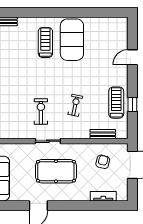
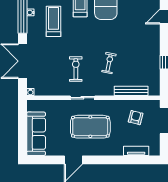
treadmill: (116, 103) -> (53, 21), moved
bench: (103, 134) -> (131, 91), width x1.36

